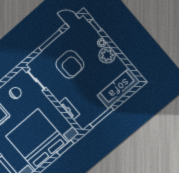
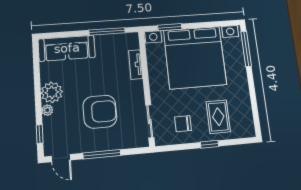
armchair: (70, 64) -> (100, 112), turned 91

